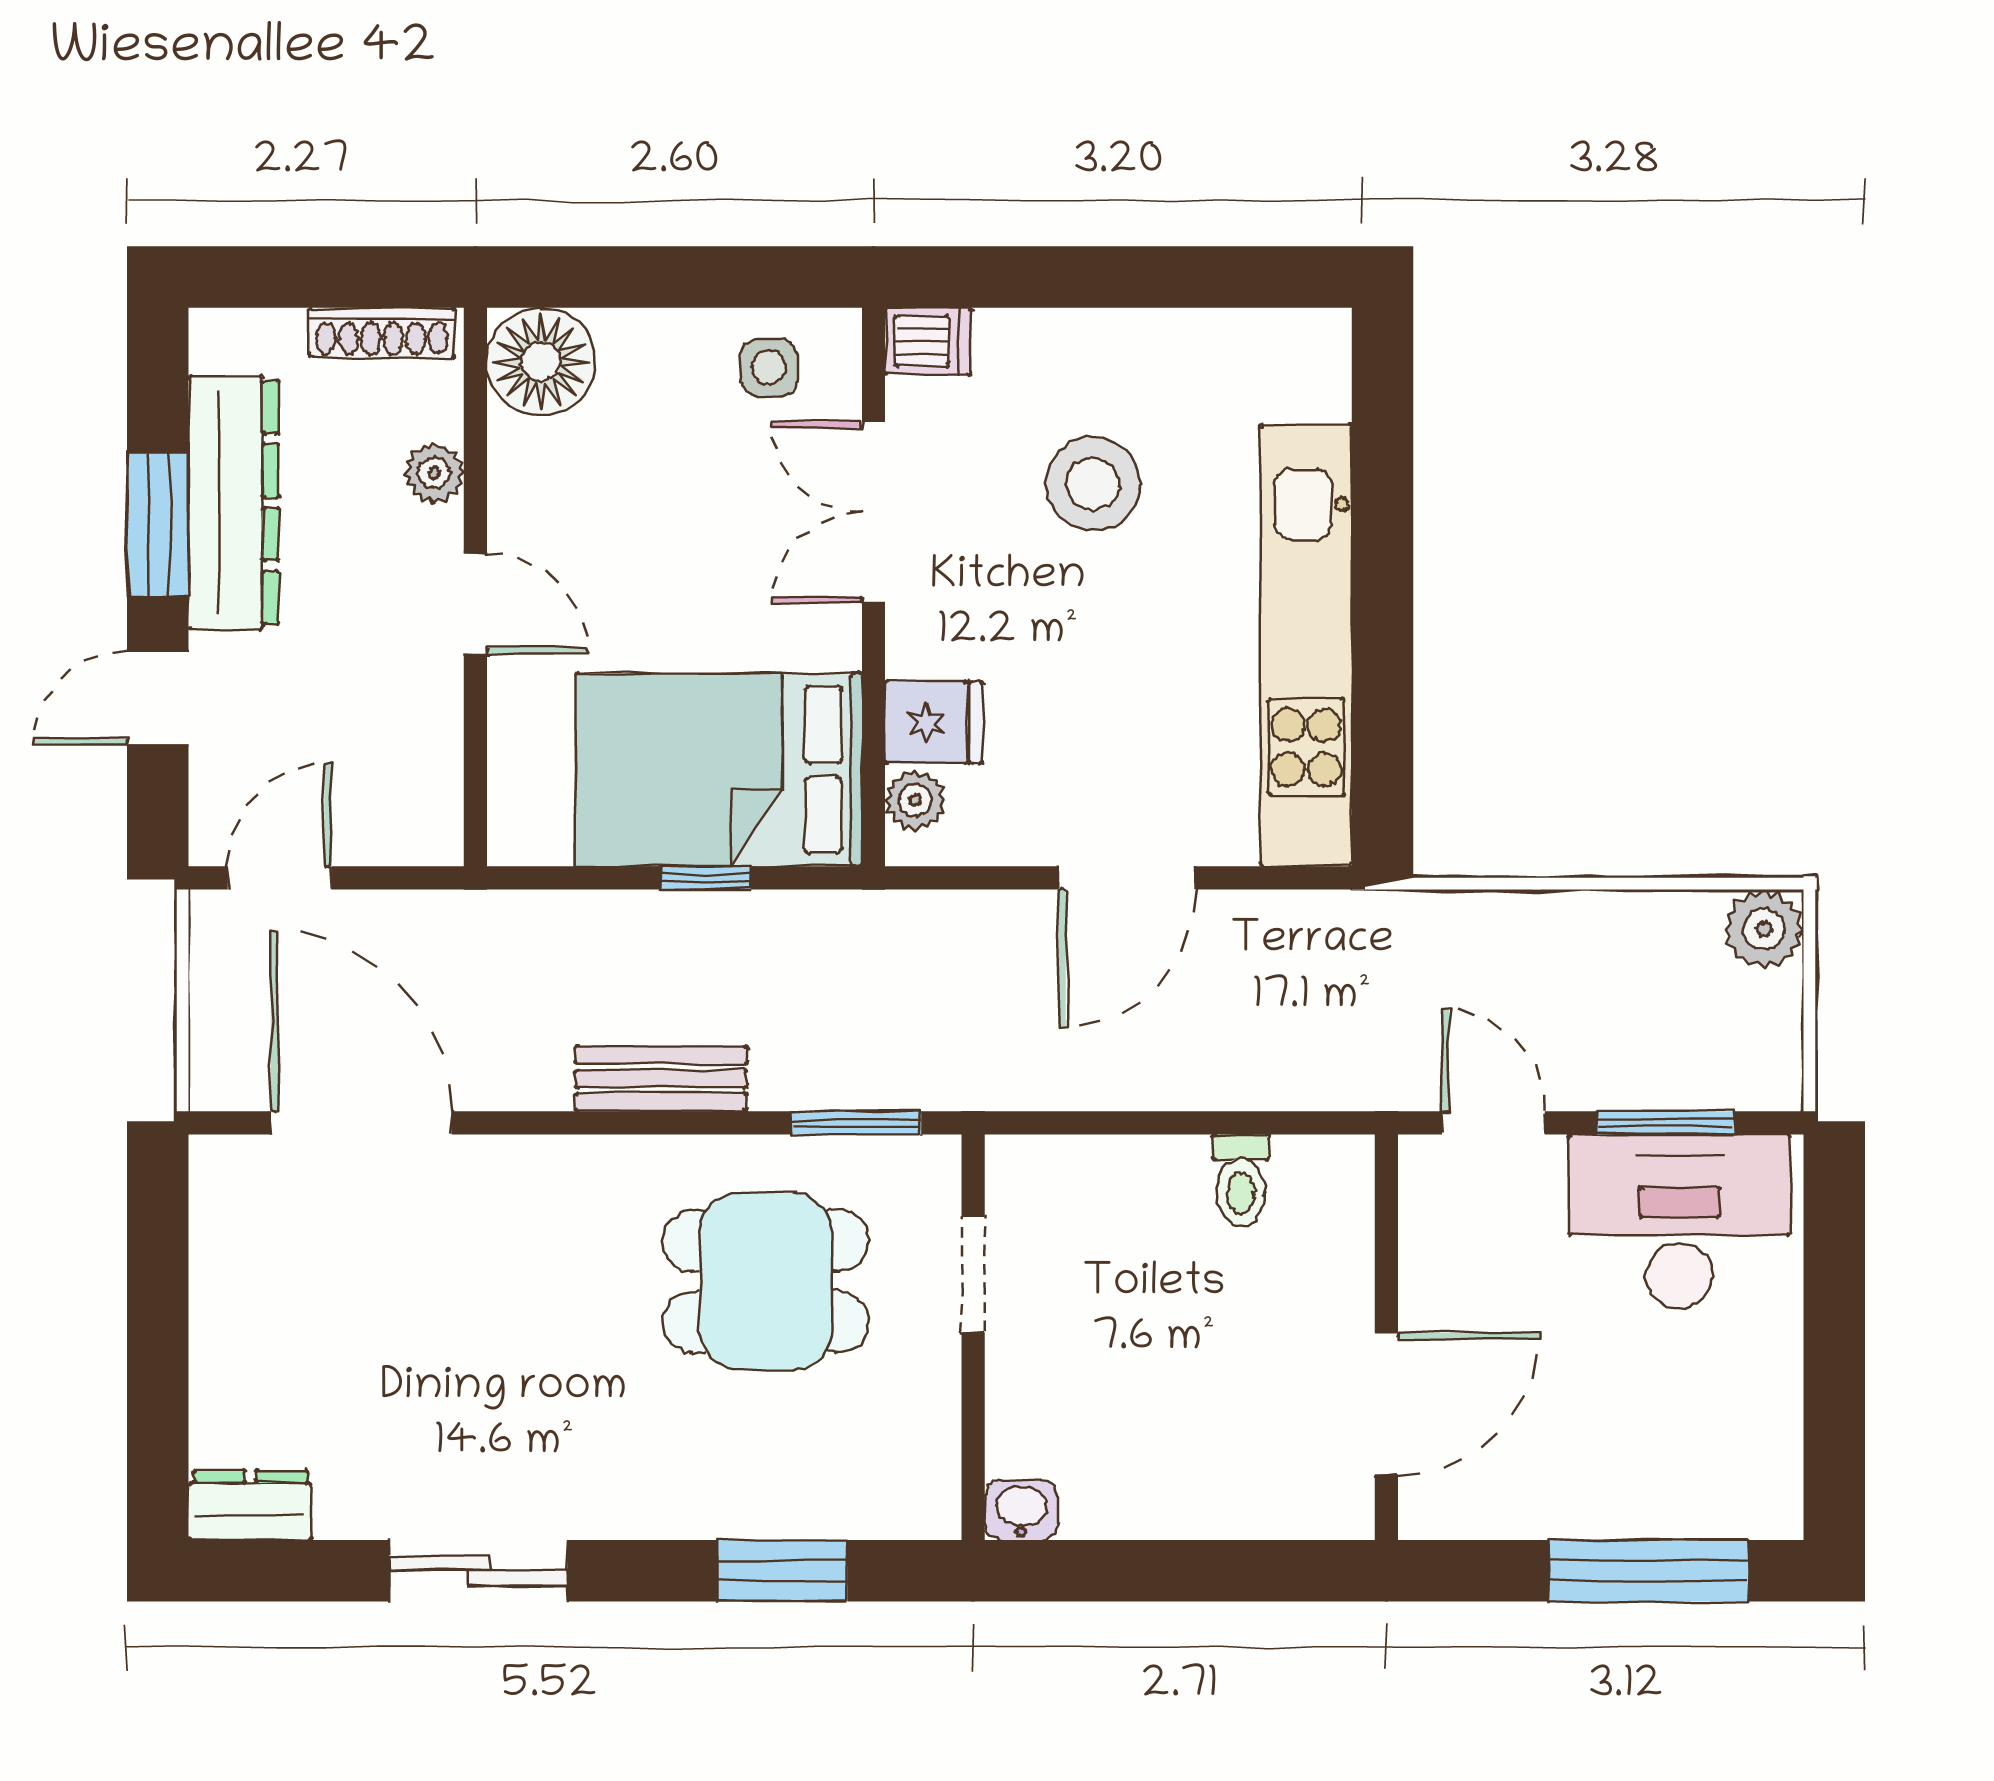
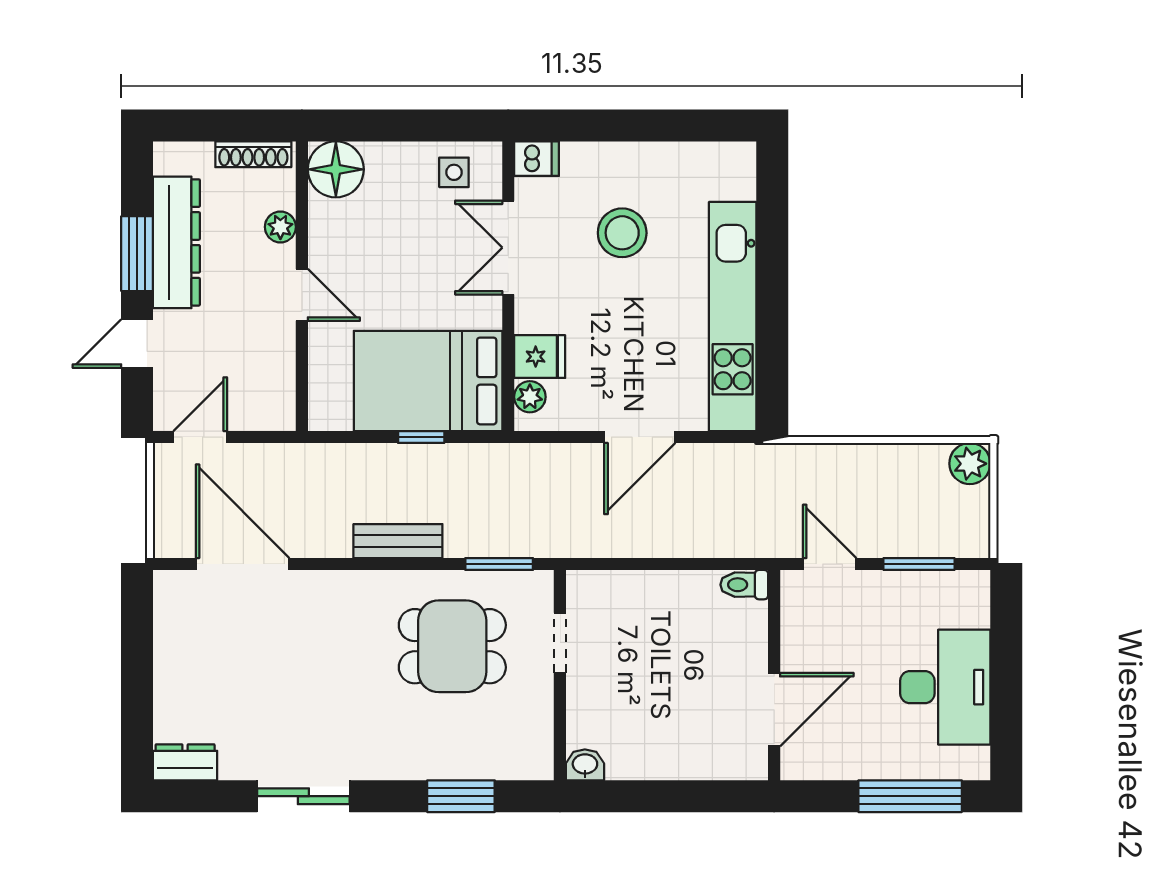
toilet: (1241, 1180) -> (744, 585), moved, turned 90
desk: (1679, 1221) -> (945, 687), moved, turned 90

